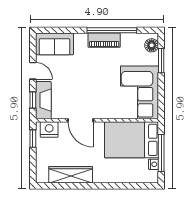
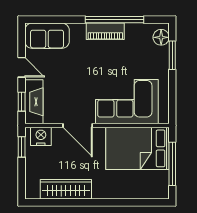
corner sofa: (139, 92) -> (127, 102), moved, turned 90
nightstand: (153, 164) -> (163, 177), removed

